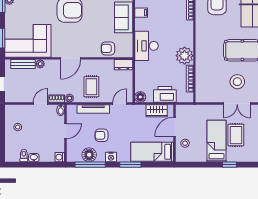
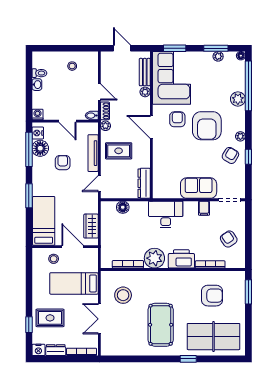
armchair: (108, 48) -> (177, 119), moved
dresser: (123, 65) -> (144, 183), width x1.44
stool: (237, 82) -> (123, 295), moved
printer: (165, 94) -> (181, 259), moved, turned -90
floor lamp: (140, 97) -> (123, 207), moved
door: (120, 103) -> (99, 184), swing flipped
rug: (236, 135) -> (50, 318), moved
bed: (216, 141) -> (74, 283), moved, turned 180
nightstand: (111, 157) -> (38, 133), moved
window: (230, 165) -> (29, 325), moved

